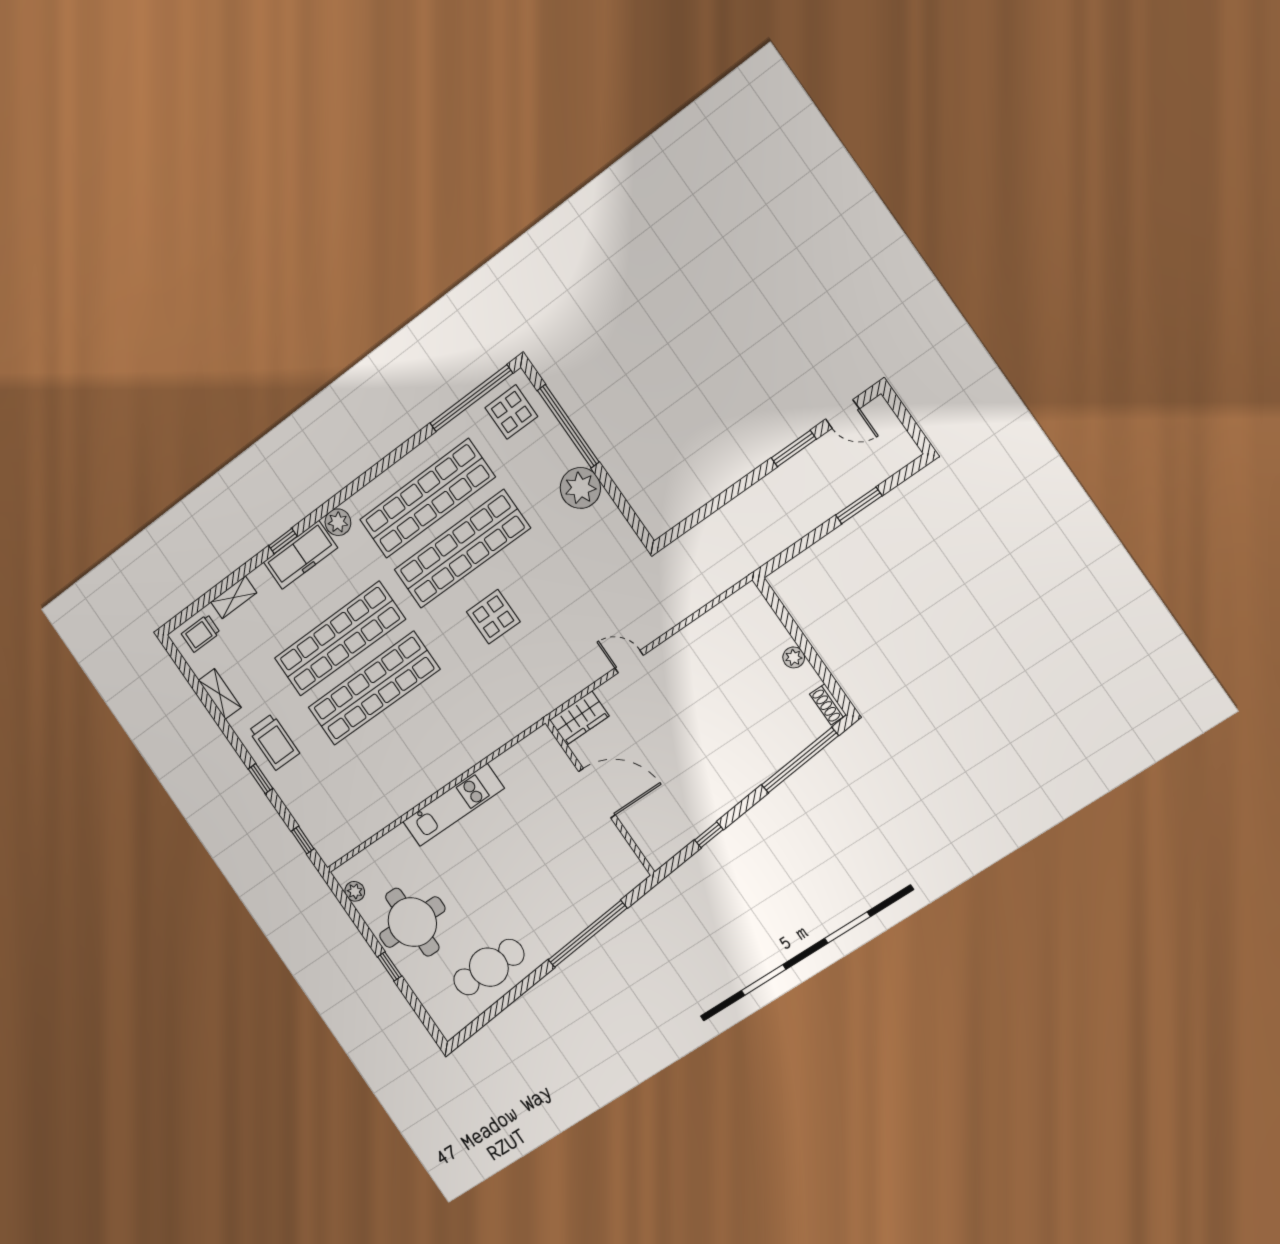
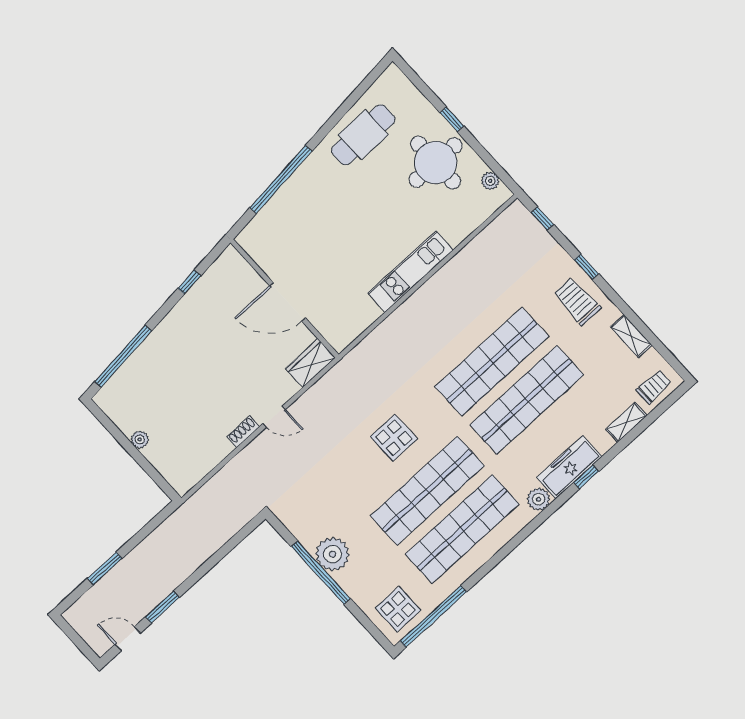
window: (568, 426) -> (321, 573), moved
shoe rack: (828, 704) -> (243, 432), moved, turned -90

